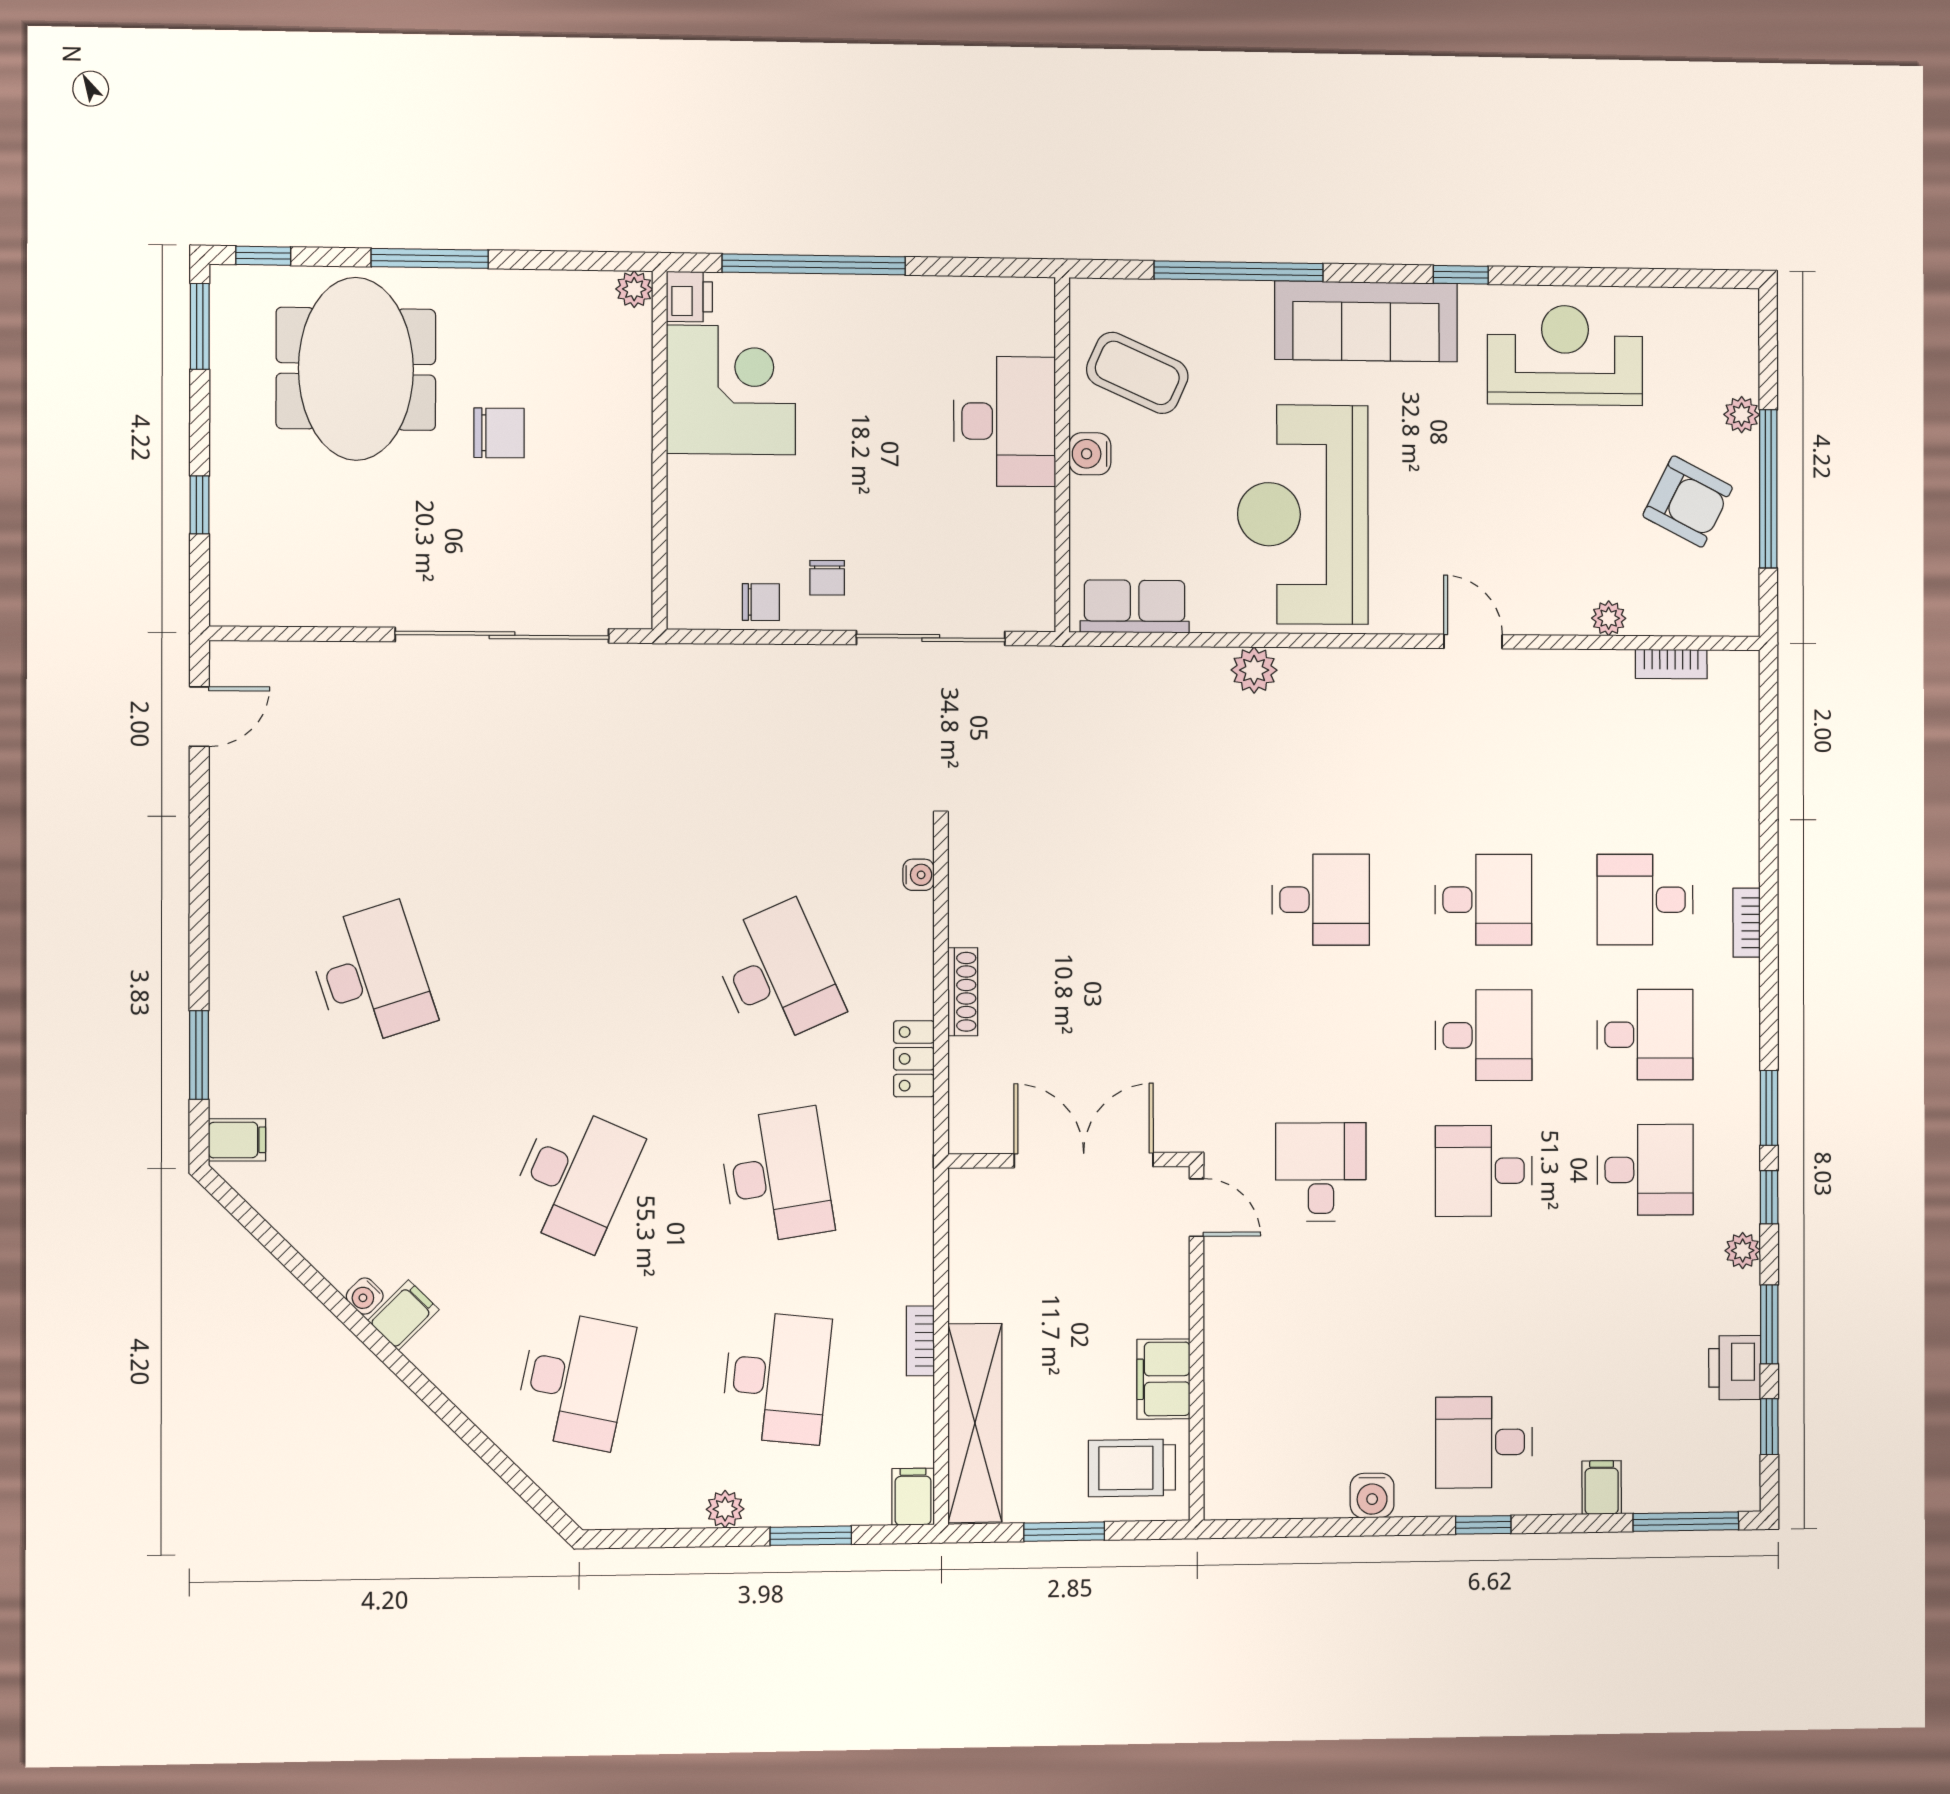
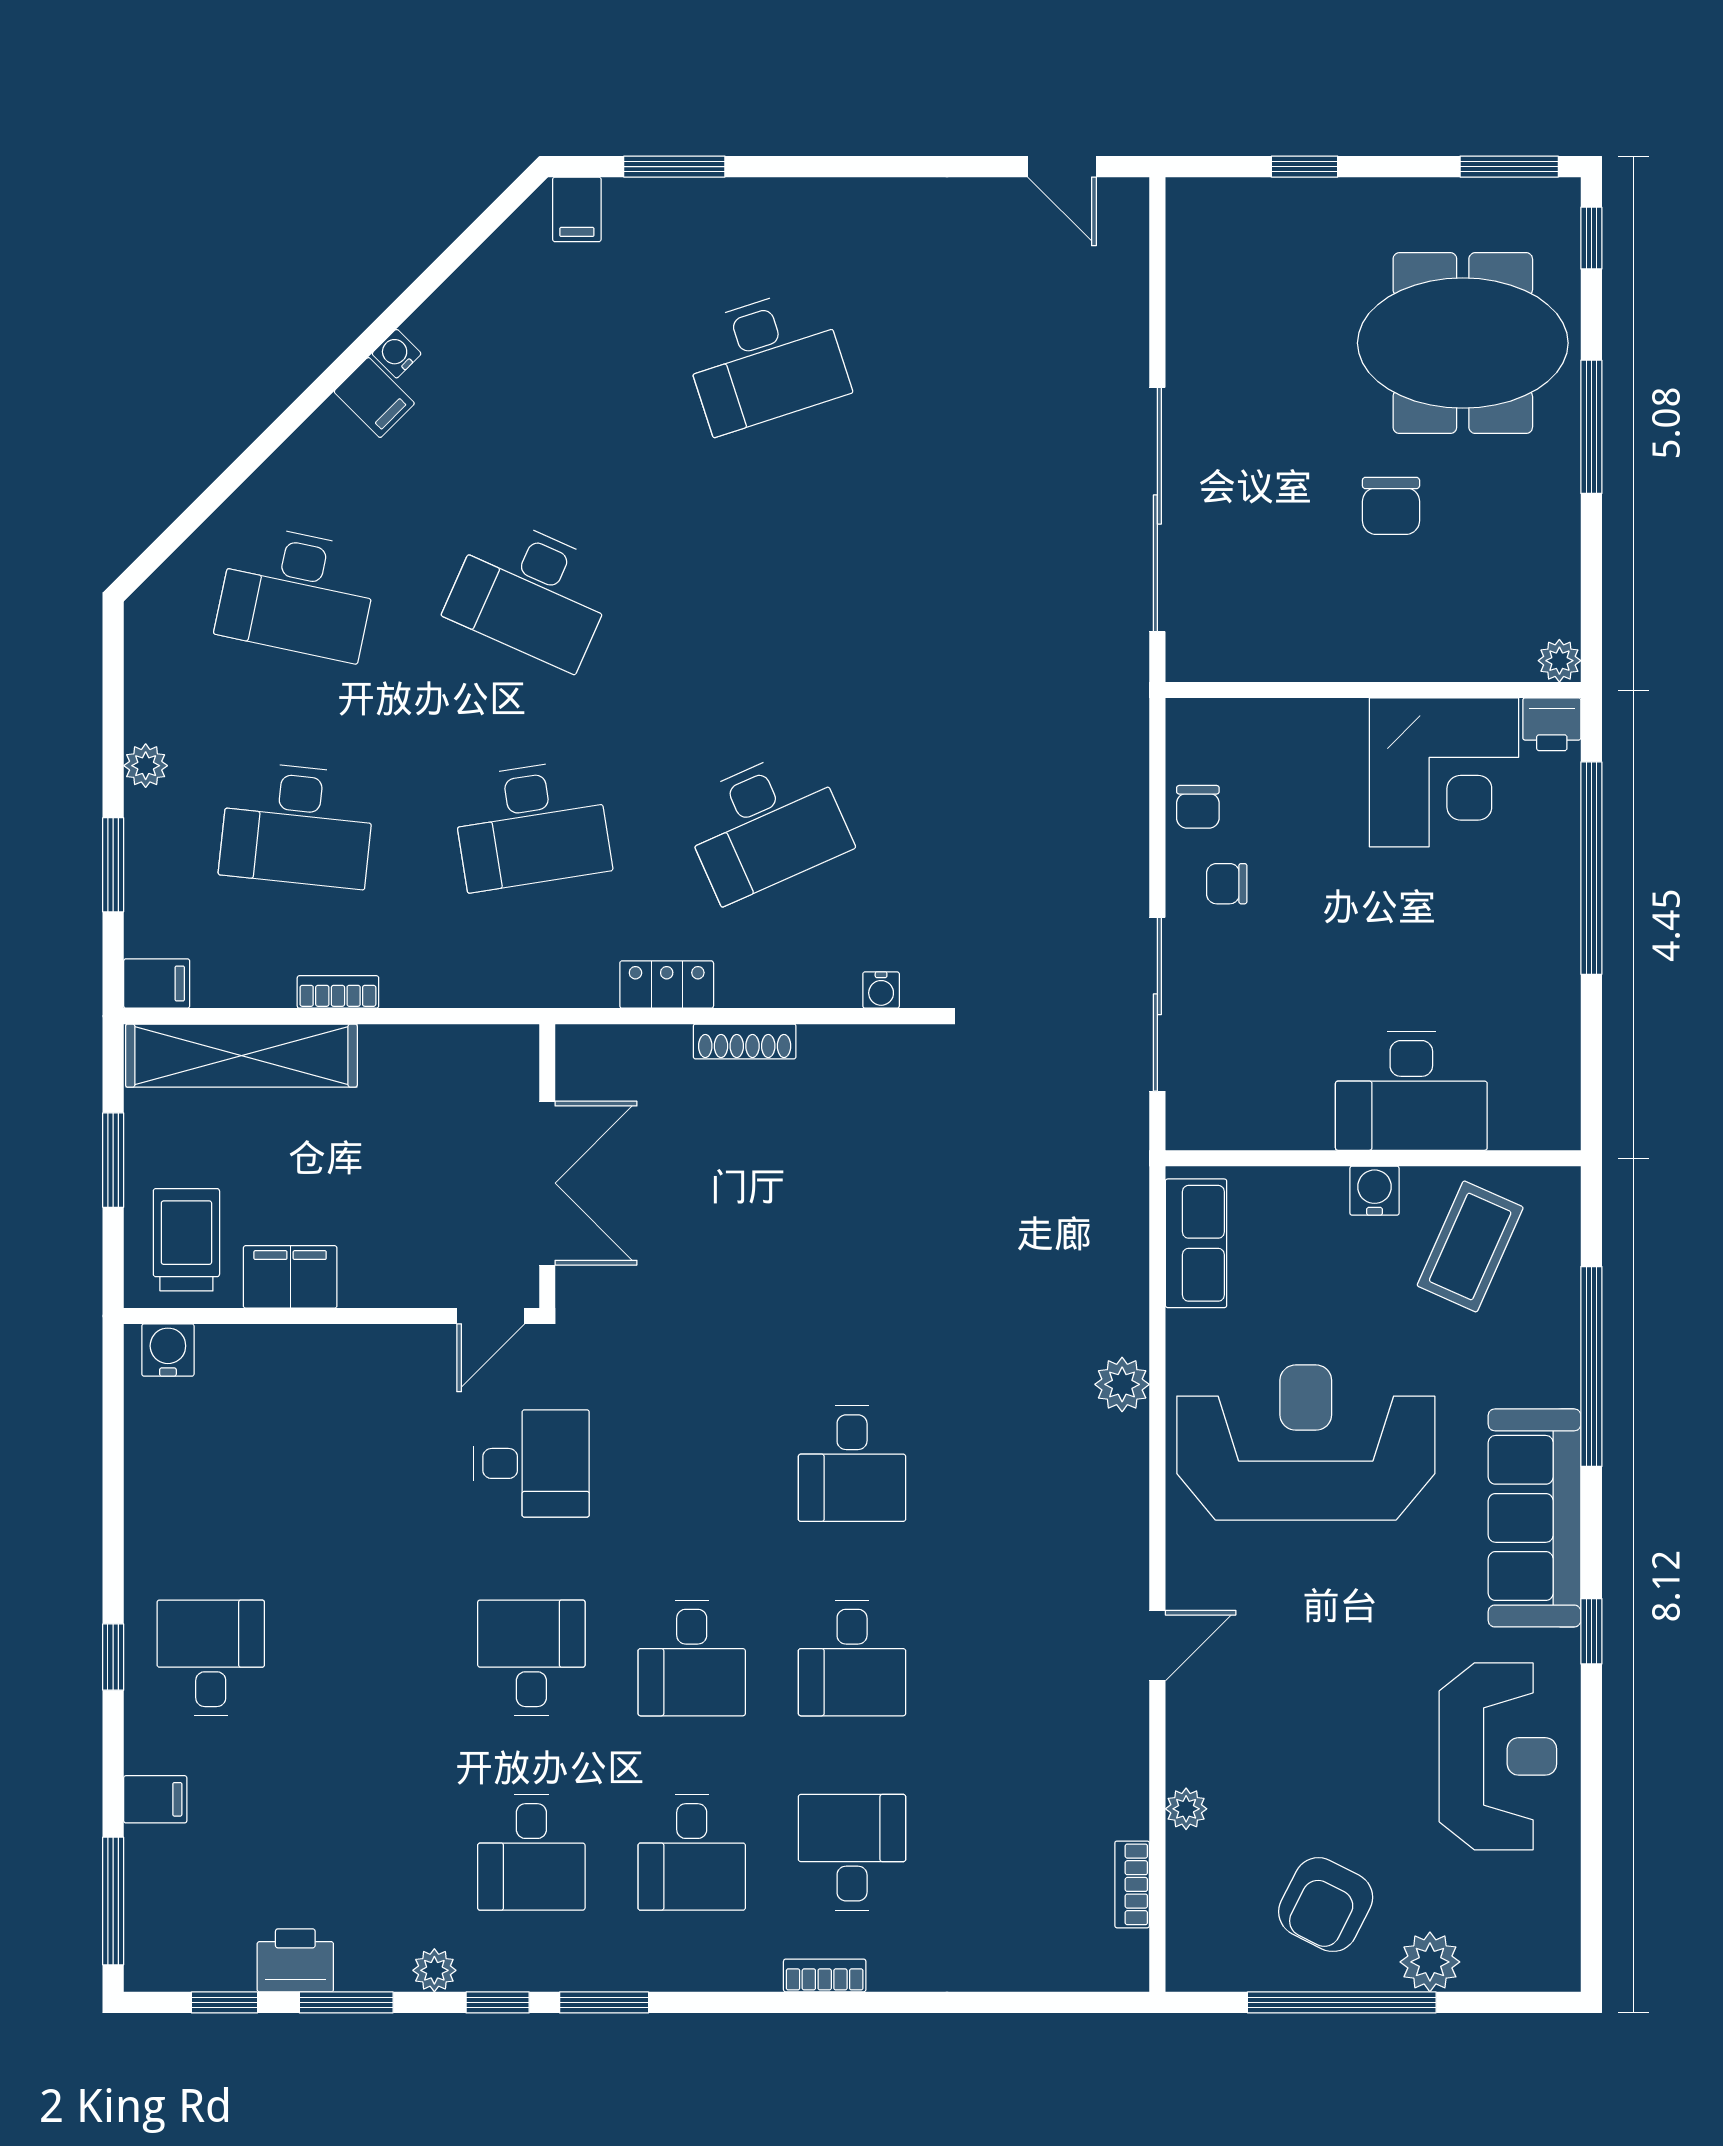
plant: (1742, 415) -> (1430, 1962), width x1.38, depth x1.38
water cooler: (1372, 1496) -> (168, 1350), moved, turned 90

